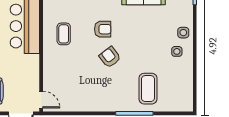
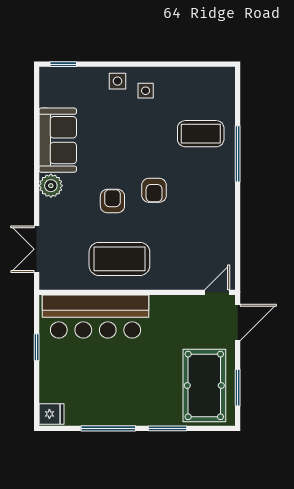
coffee table: (64, 34) -> (119, 259), width x1.86, depth x1.72
armchair: (110, 57) -> (154, 190), turned -53

